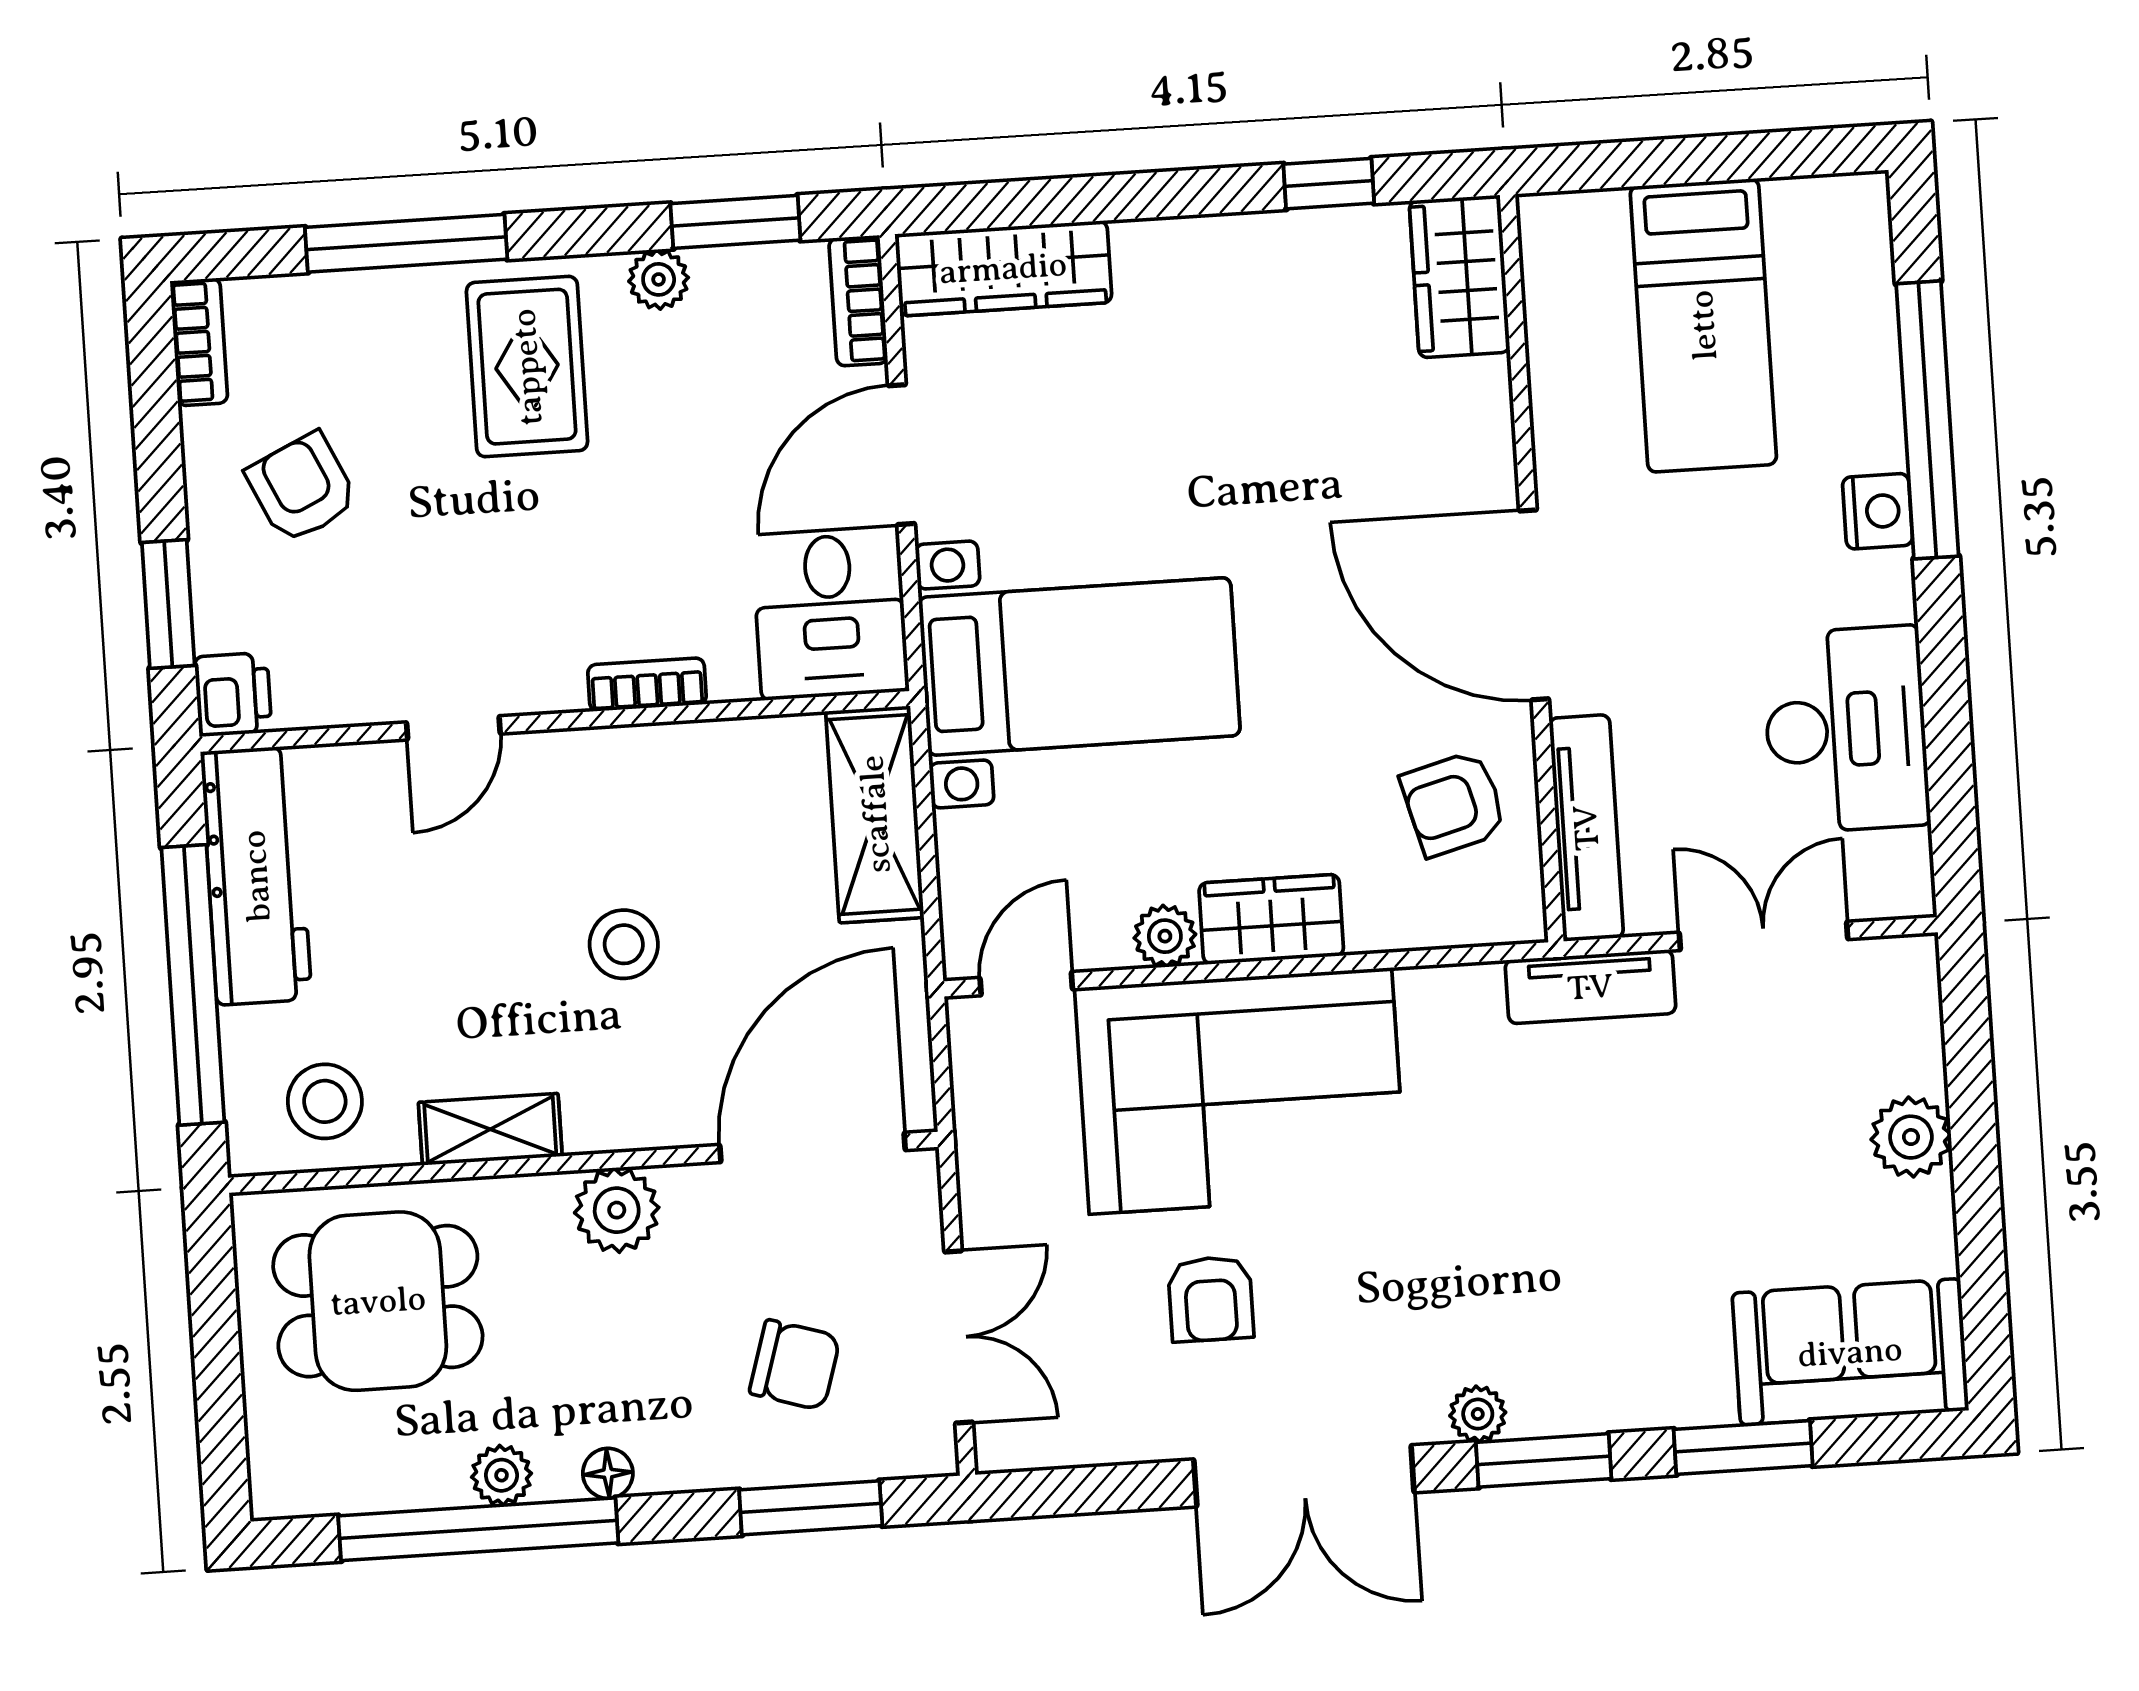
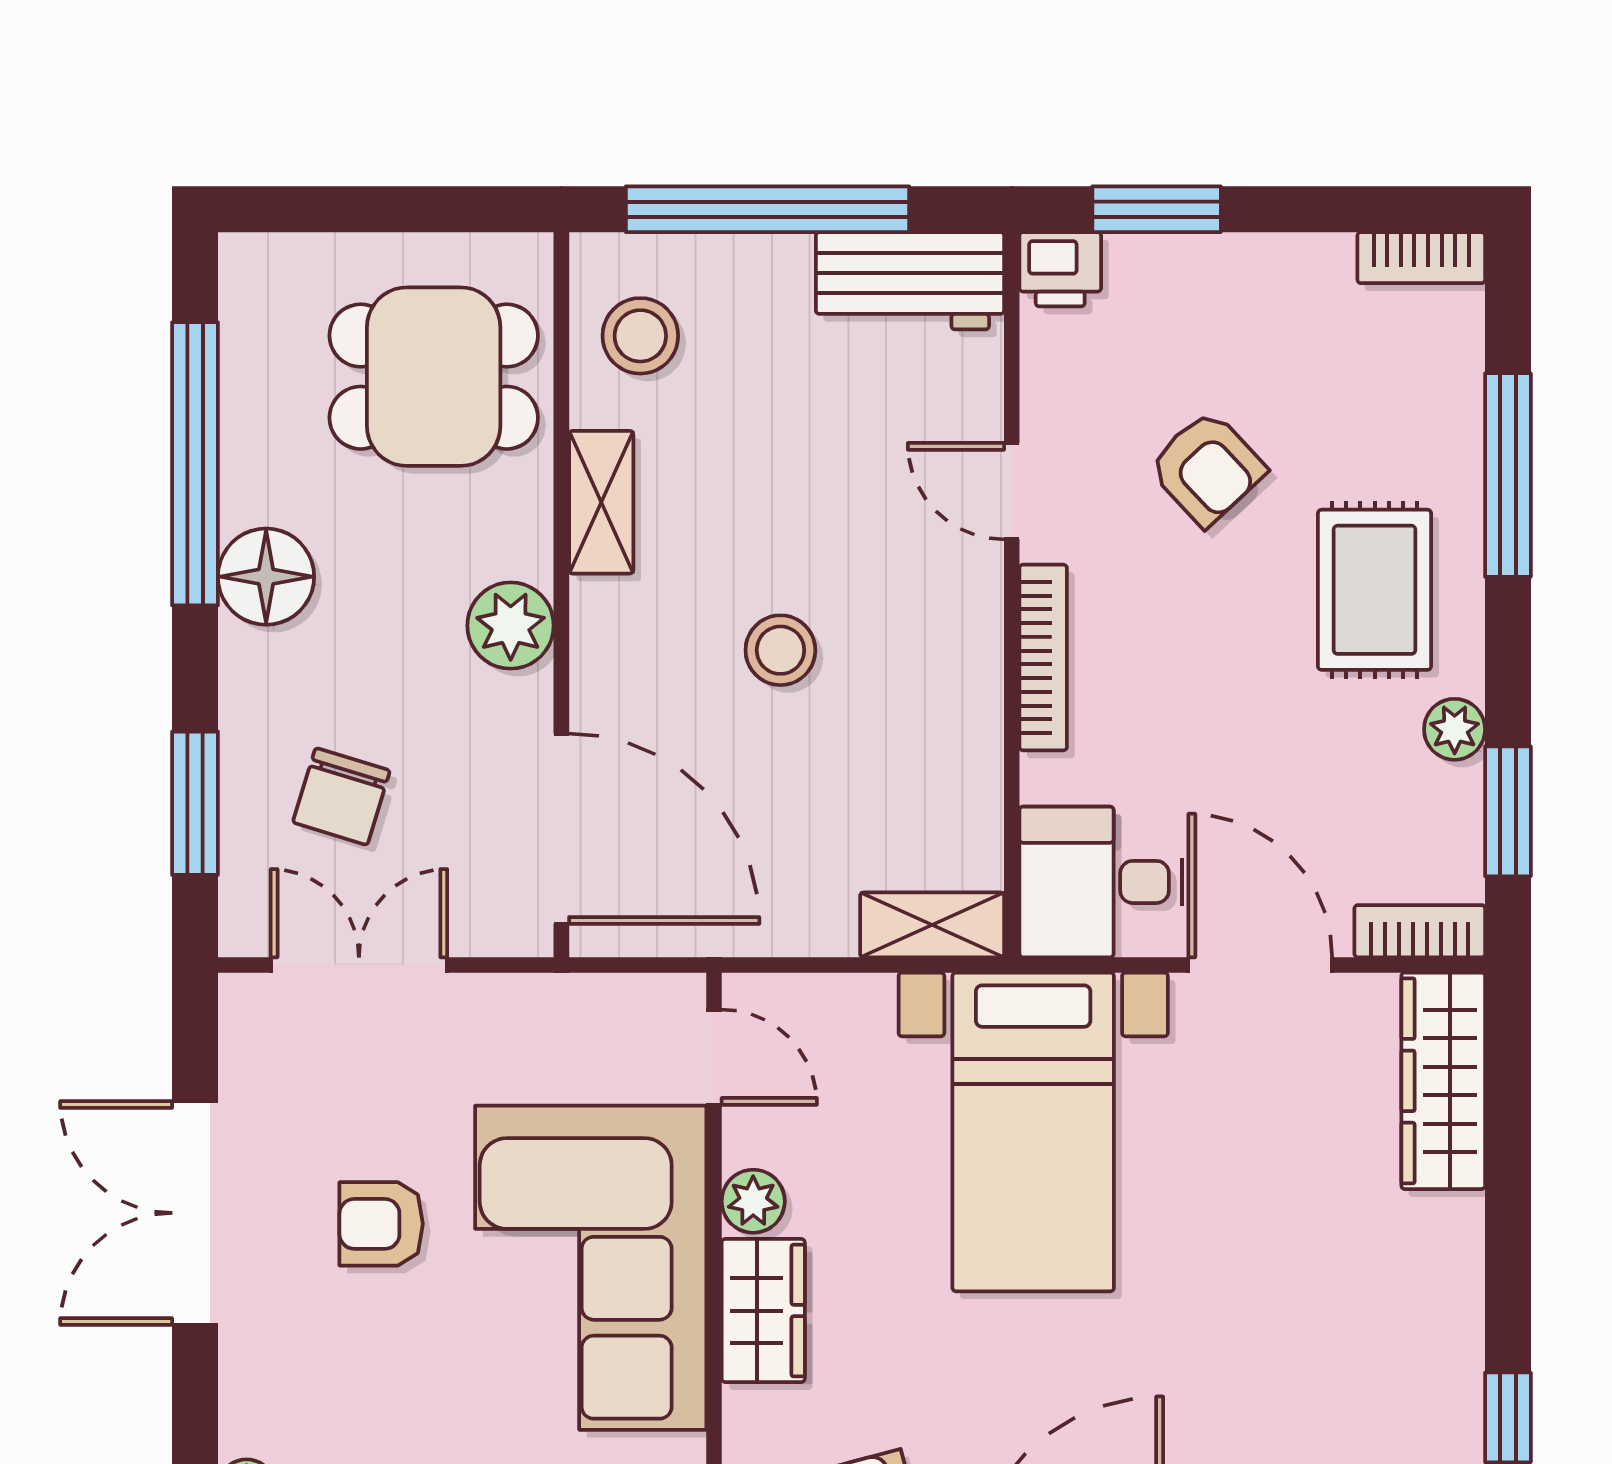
rug: (527, 367) -> (1375, 590), turned 90
armchair: (302, 488) -> (1207, 468), moved, turned 72
bookcase: (647, 685) -> (1043, 658), width x1.56
shelving: (875, 814) -> (932, 925), width x0.67, depth x0.75
workbench: (256, 876) -> (910, 281), width x0.73
dining table: (378, 1301) -> (434, 377), turned 90
double door: (959, 1337) -> (359, 965), swing flipped
floor lamp: (608, 1473) -> (266, 577), width x1.89, depth x1.89
plant: (501, 1475) -> (248, 491), removed
double door: (1304, 1476) -> (195, 1213), moved

